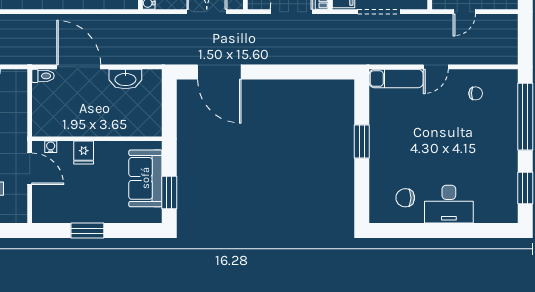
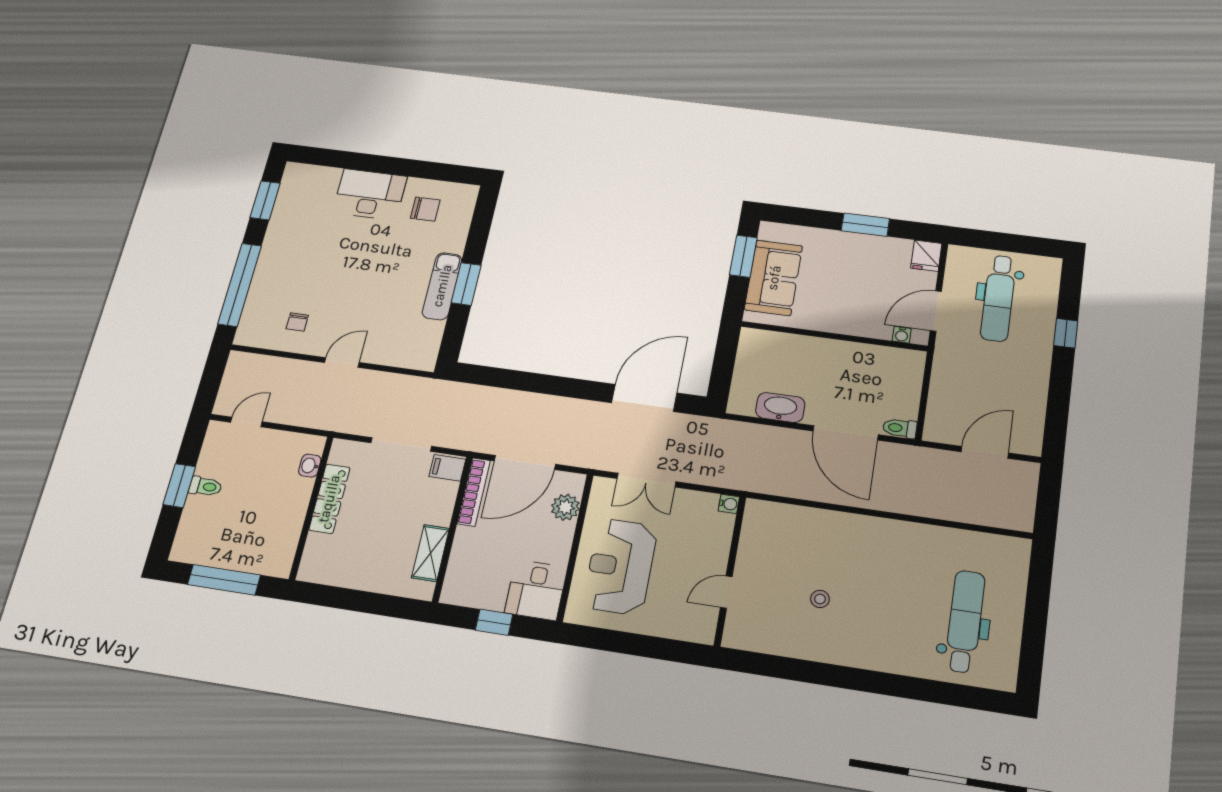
door: (464, 12) -> (246, 422), moved
door: (219, 72) -> (644, 398), hinge flipped
exam couch: (396, 79) -> (442, 286), moved, turned -90
chair: (476, 93) -> (297, 322), turned -90
fridge: (84, 153) -> (926, 256), moved, turned 180
door: (30, 169) -> (936, 311), hinge flipped

